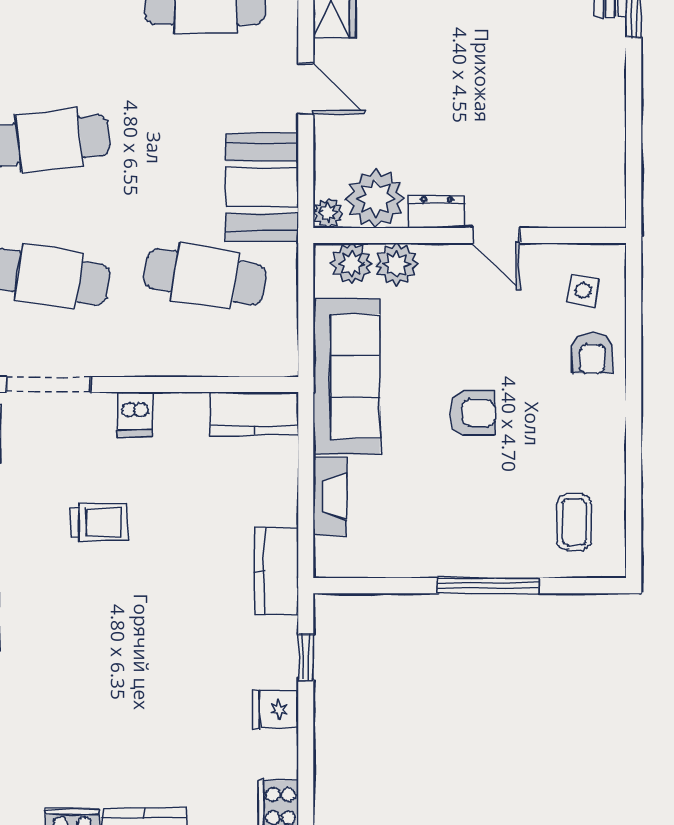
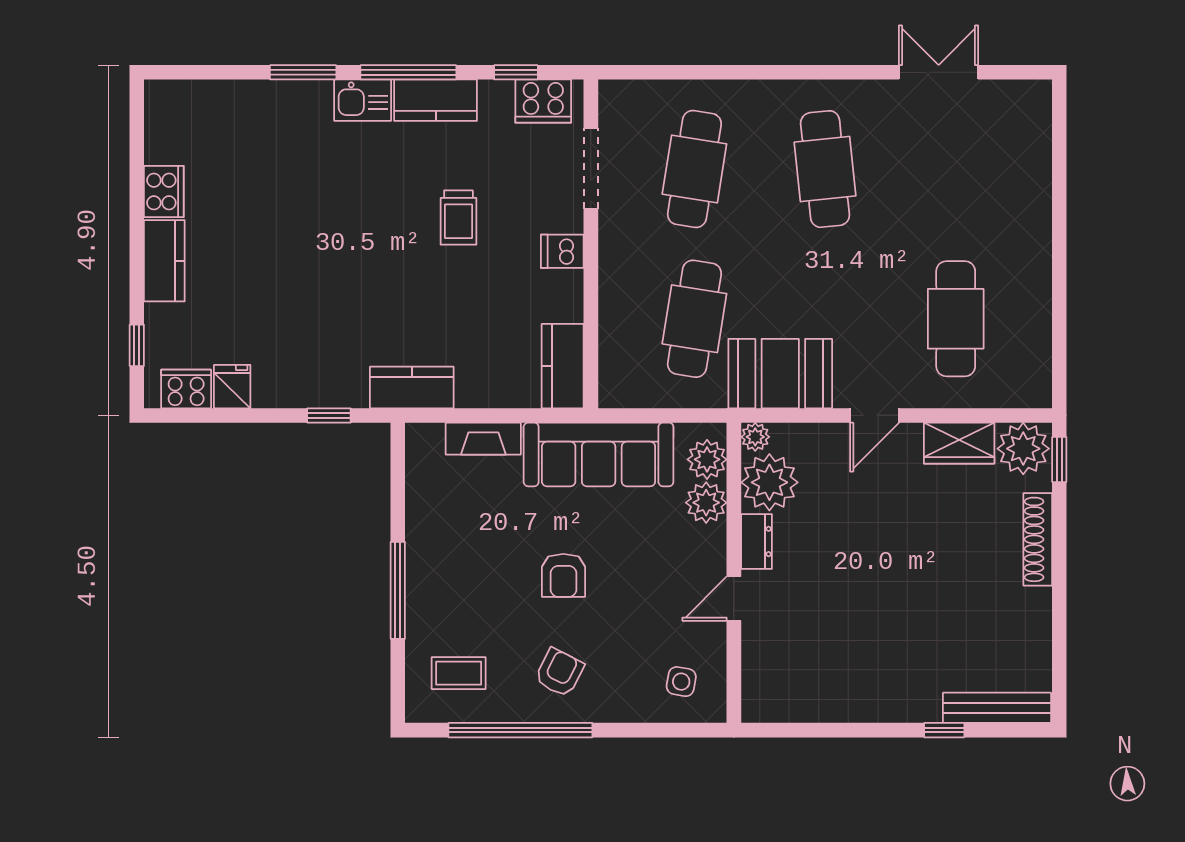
armchair: (592, 353) -> (559, 673), moved, turned 117
window: (634, 458) -> (520, 730), added
fridge: (276, 710) -> (232, 387), moved

